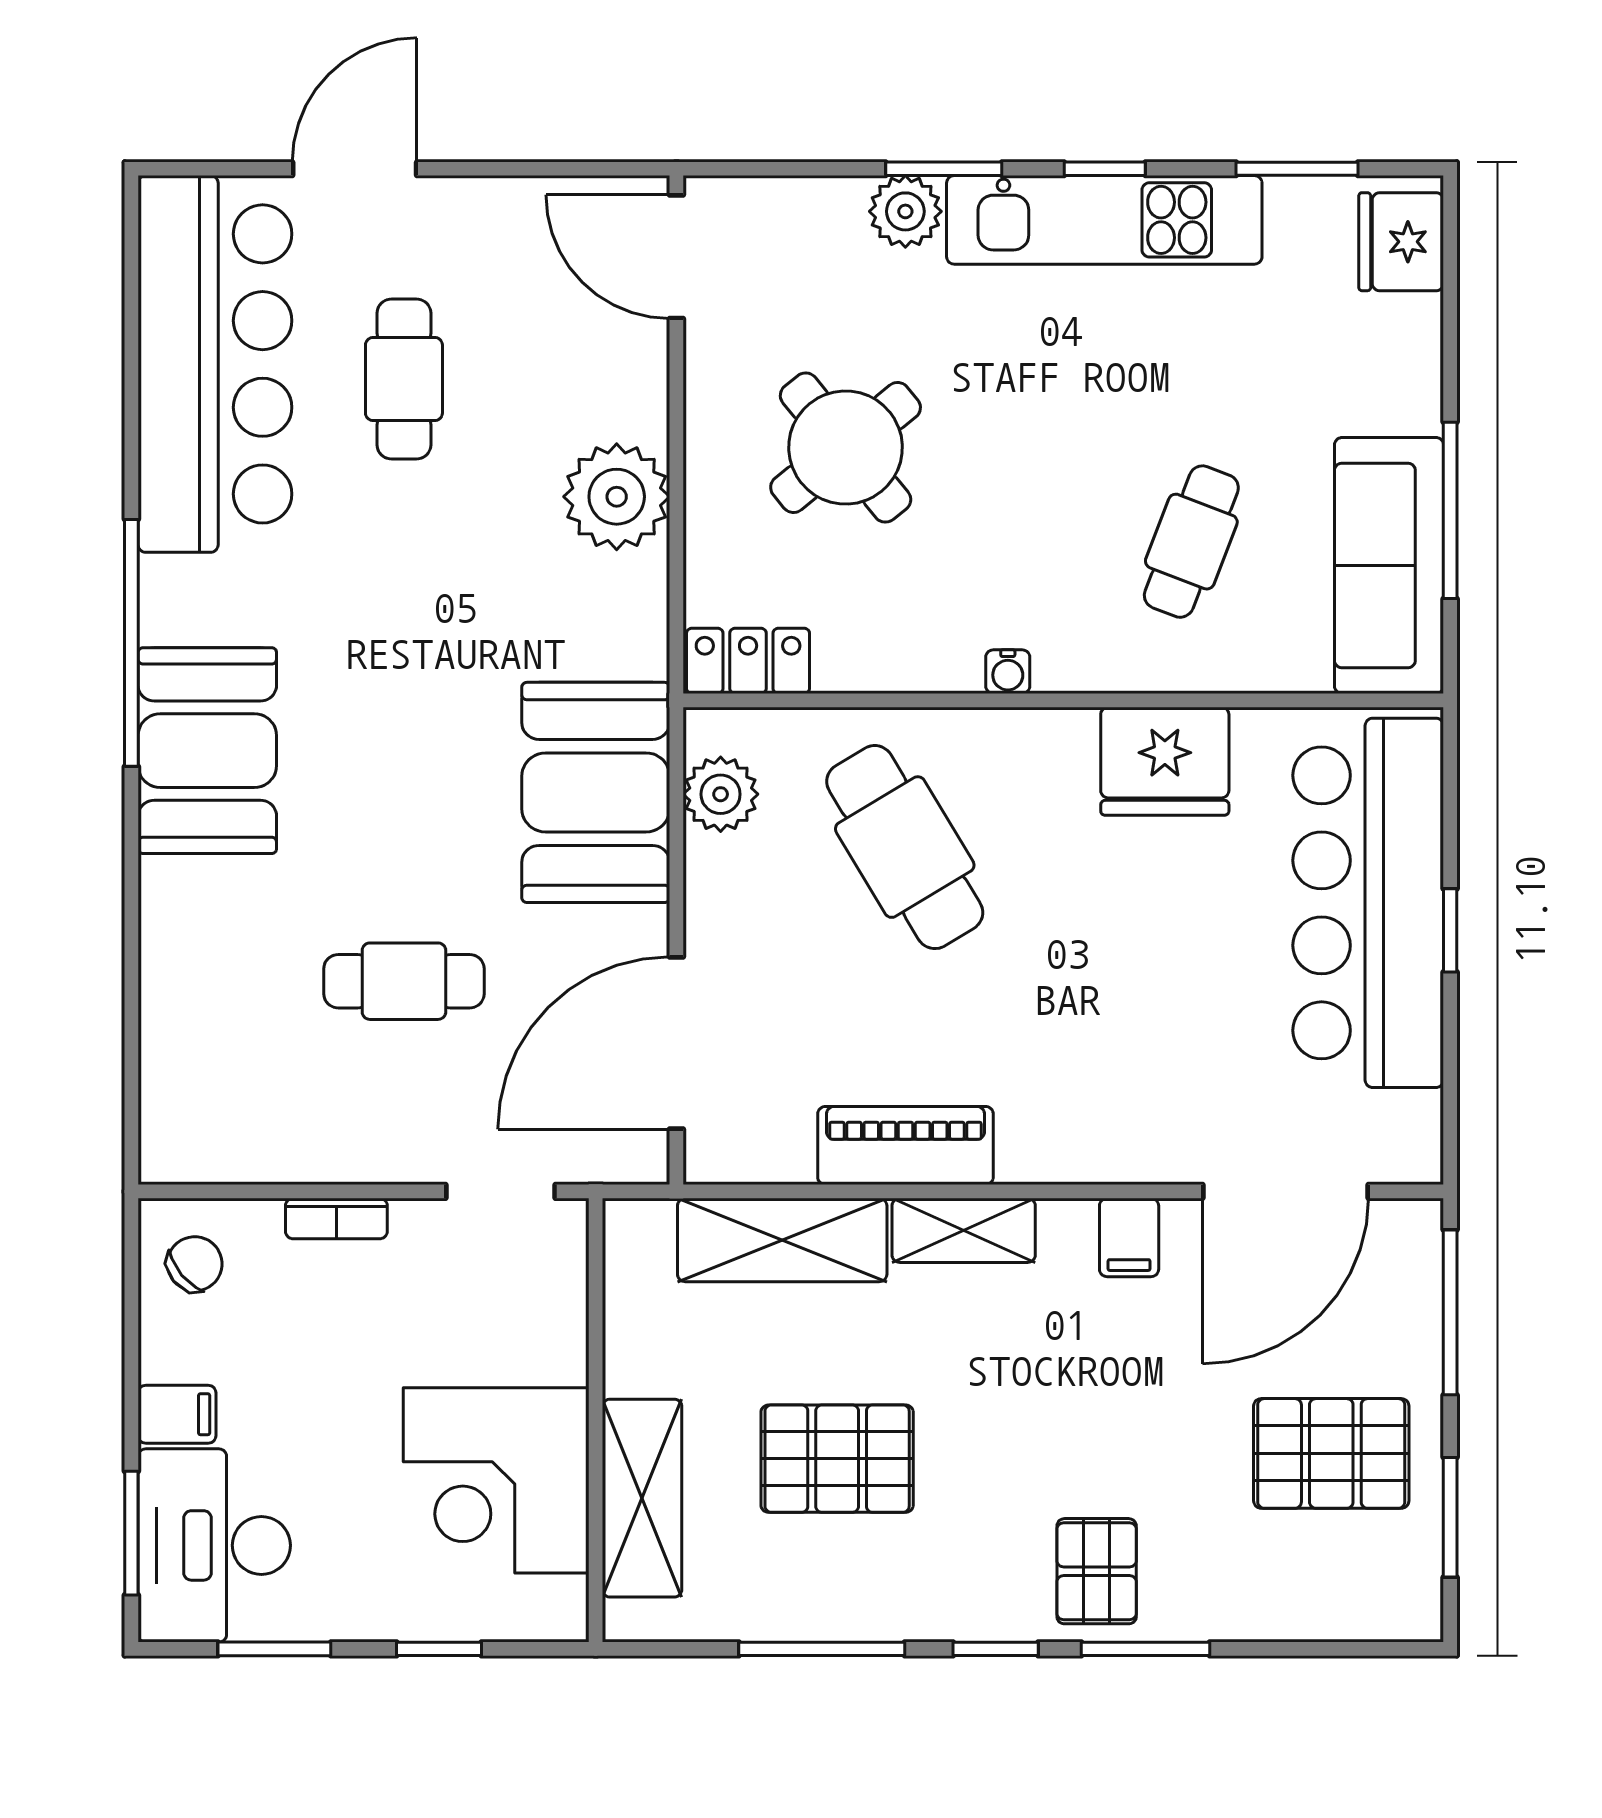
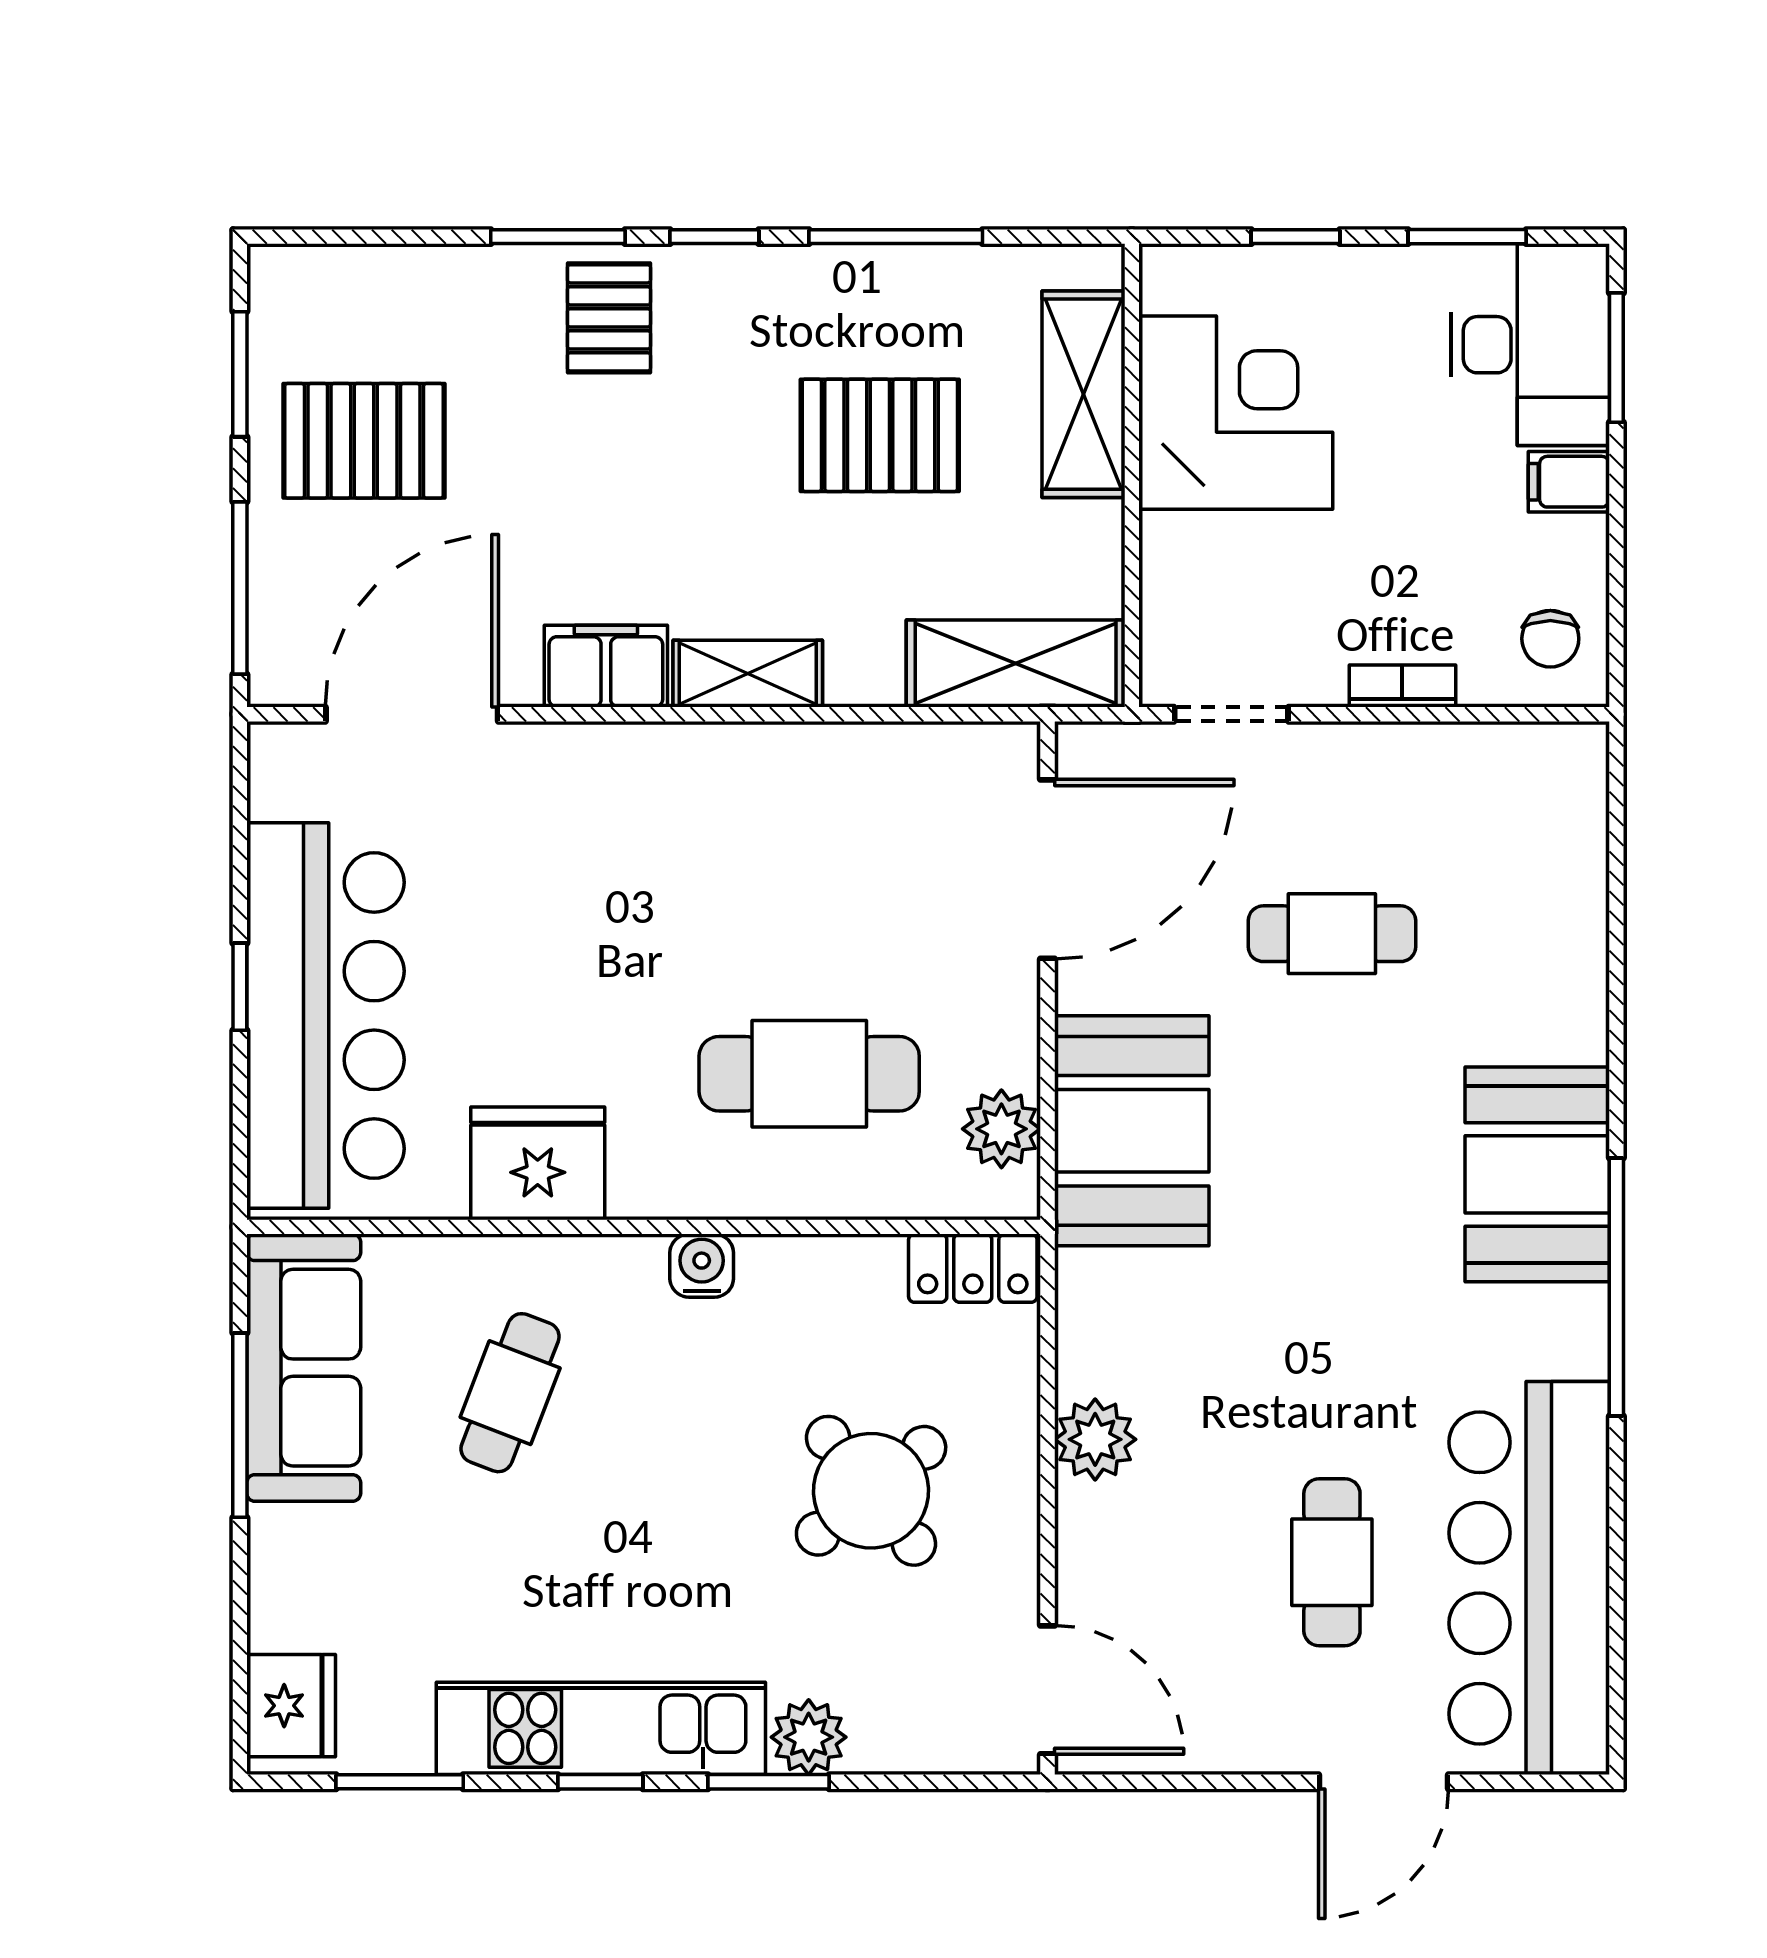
plant: (617, 497) -> (1095, 1439), width x0.73, depth x0.73
water cooler: (1008, 672) -> (702, 1266), width x1.38, depth x1.38
cafe table: (905, 847) -> (809, 1074), turned -59
piano: (905, 1146) -> (808, 762), removed
filing cabinet: (1129, 1237) -> (606, 666), width x2.00
shelving: (782, 1240) -> (1016, 664), moved
chair: (195, 1264) -> (1550, 639), turned -50

